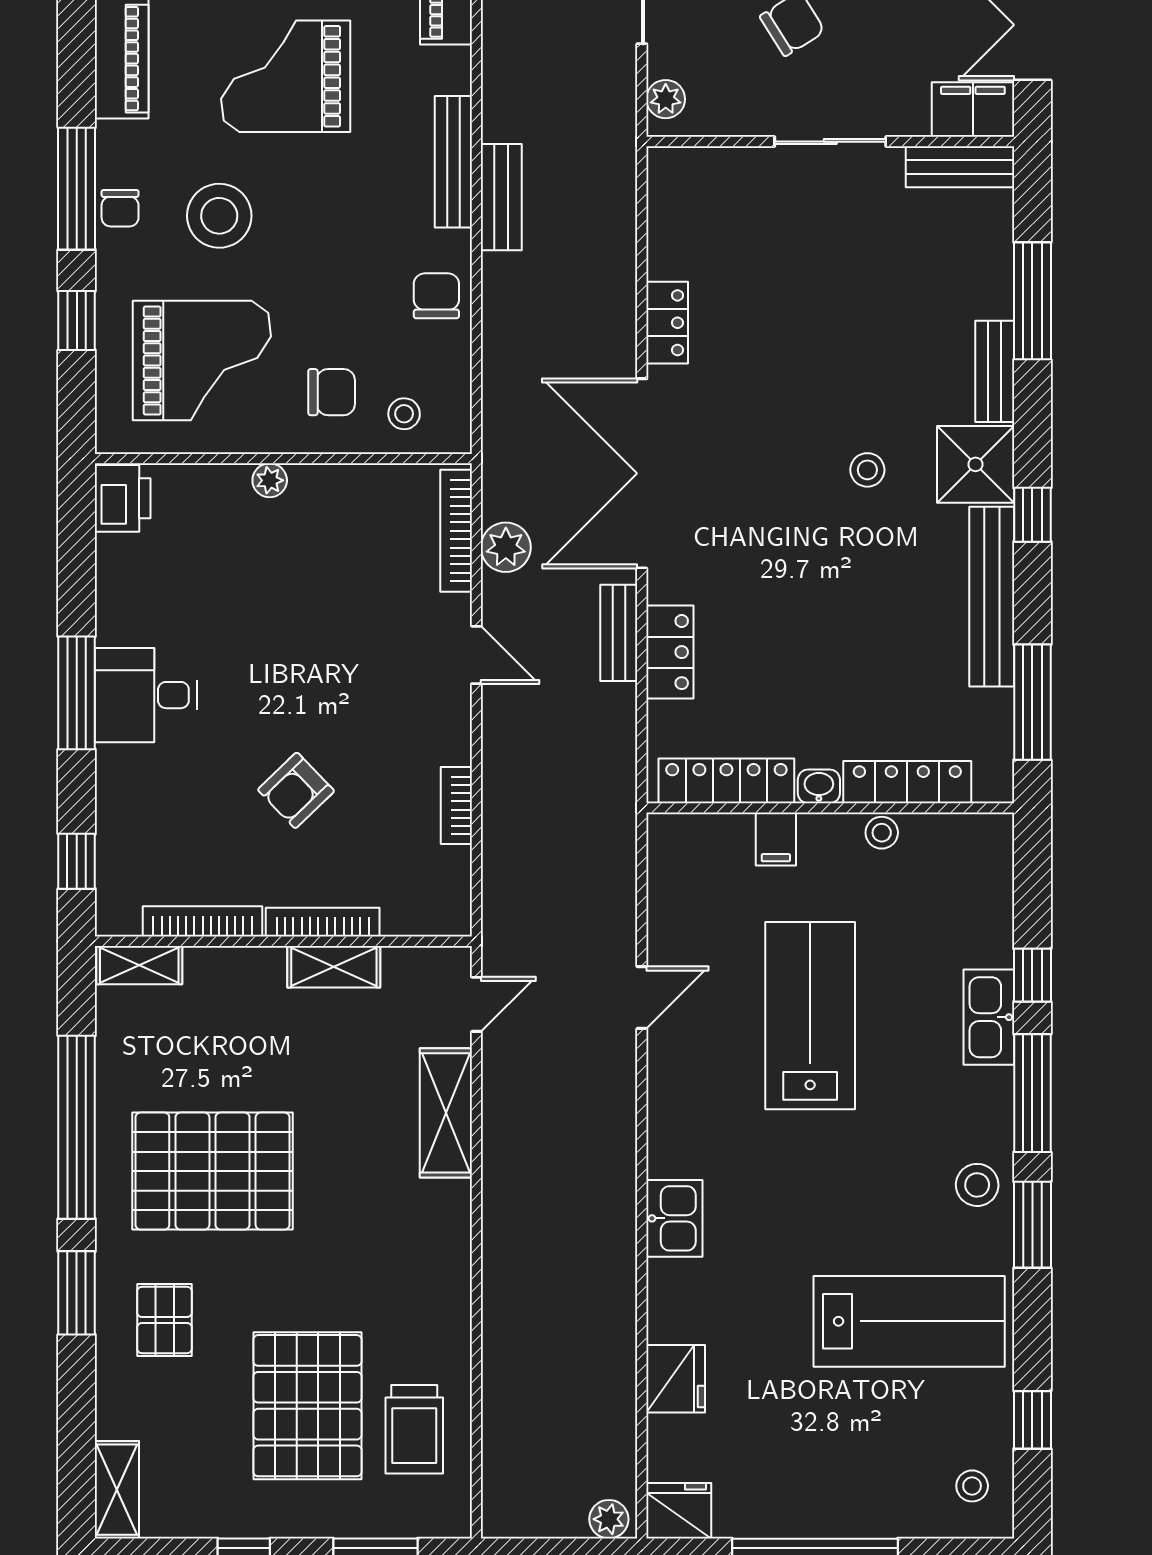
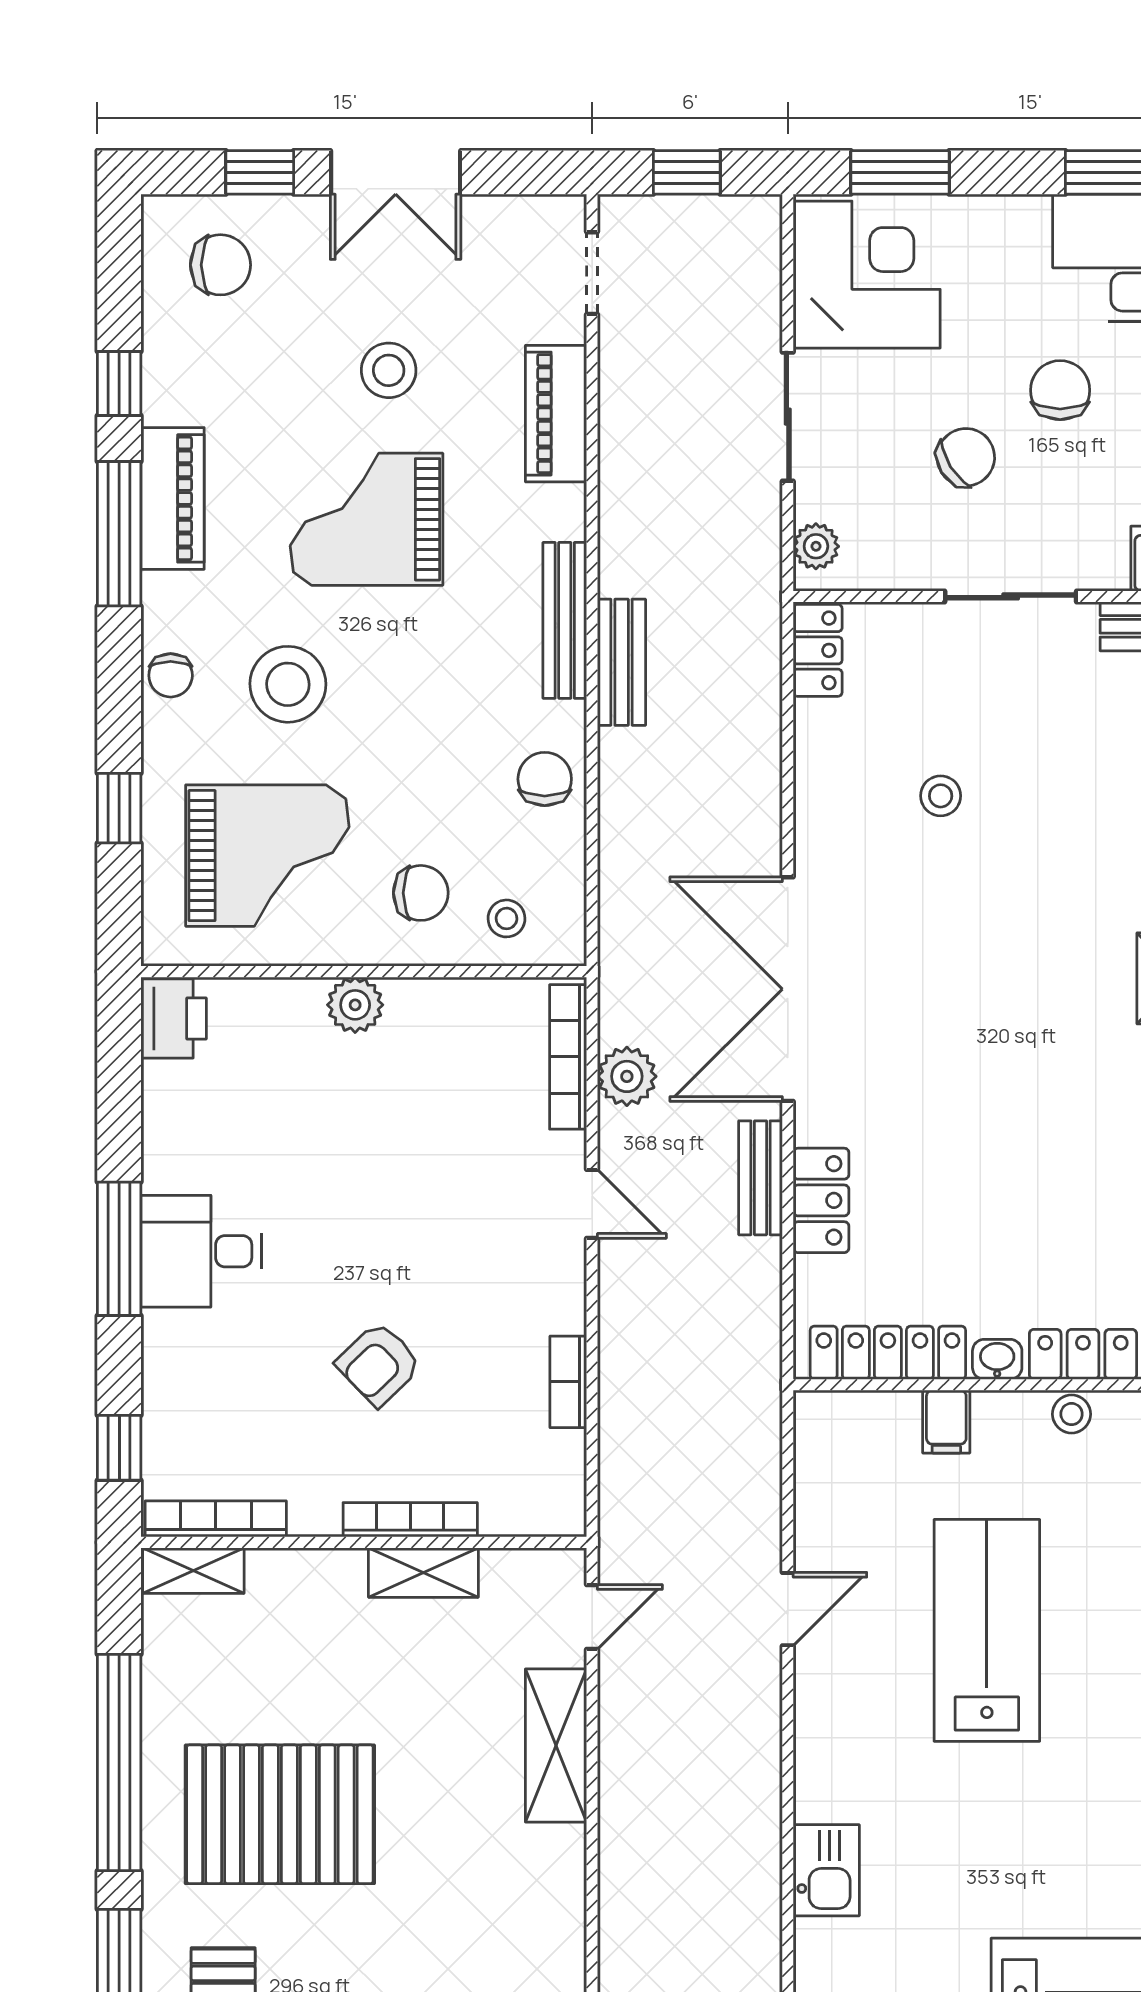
window: (77, 189) -> (119, 534), moved
locker: (667, 323) -> (818, 650), moved
stool: (867, 470) -> (941, 796), moved
plant: (270, 480) -> (355, 1005), width x1.37, depth x1.37
bookcase: (203, 921) -> (216, 1519), moved

